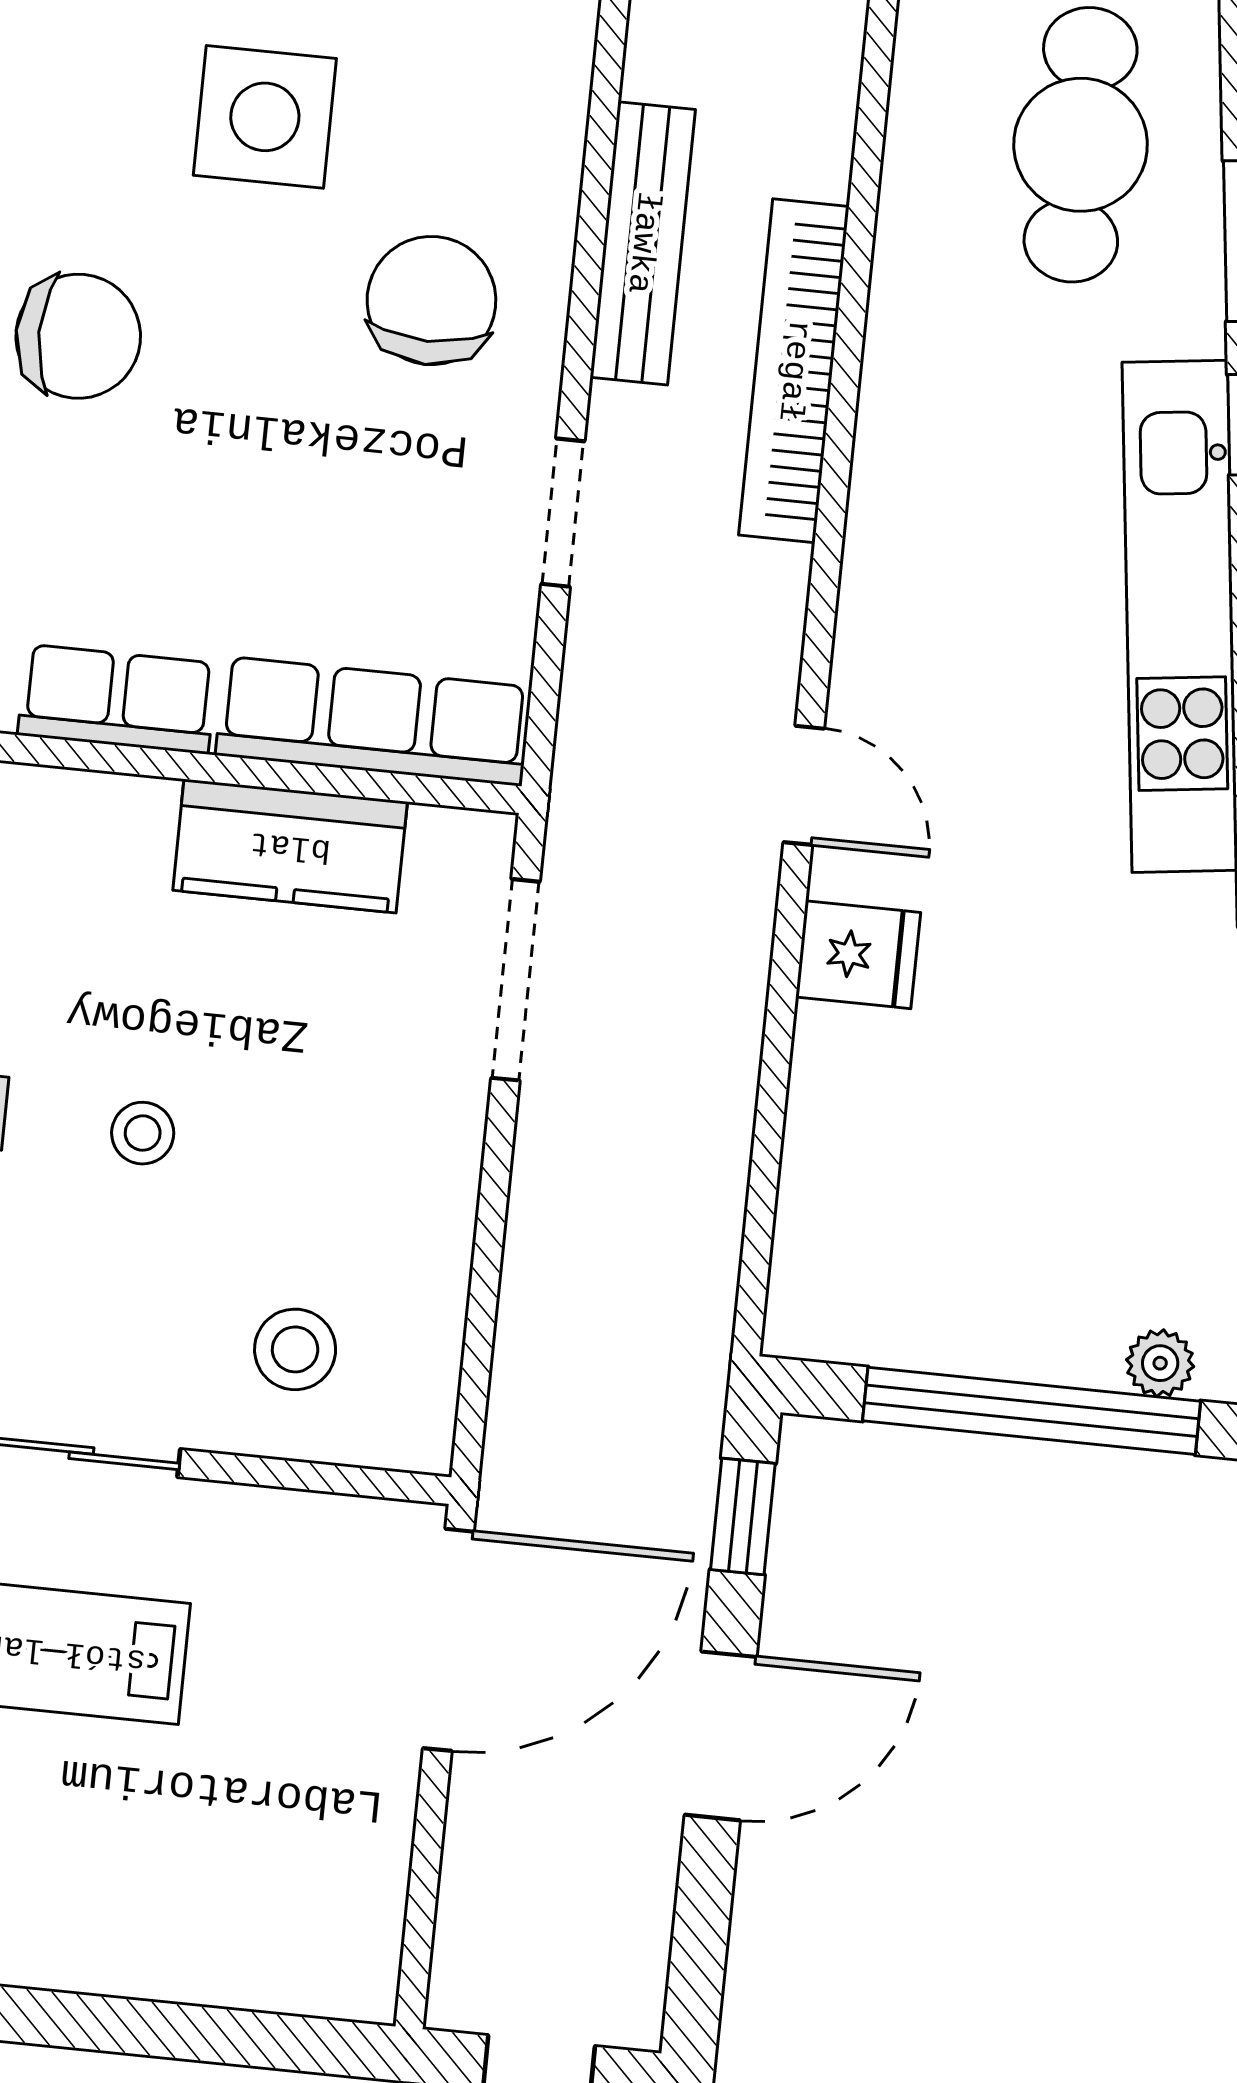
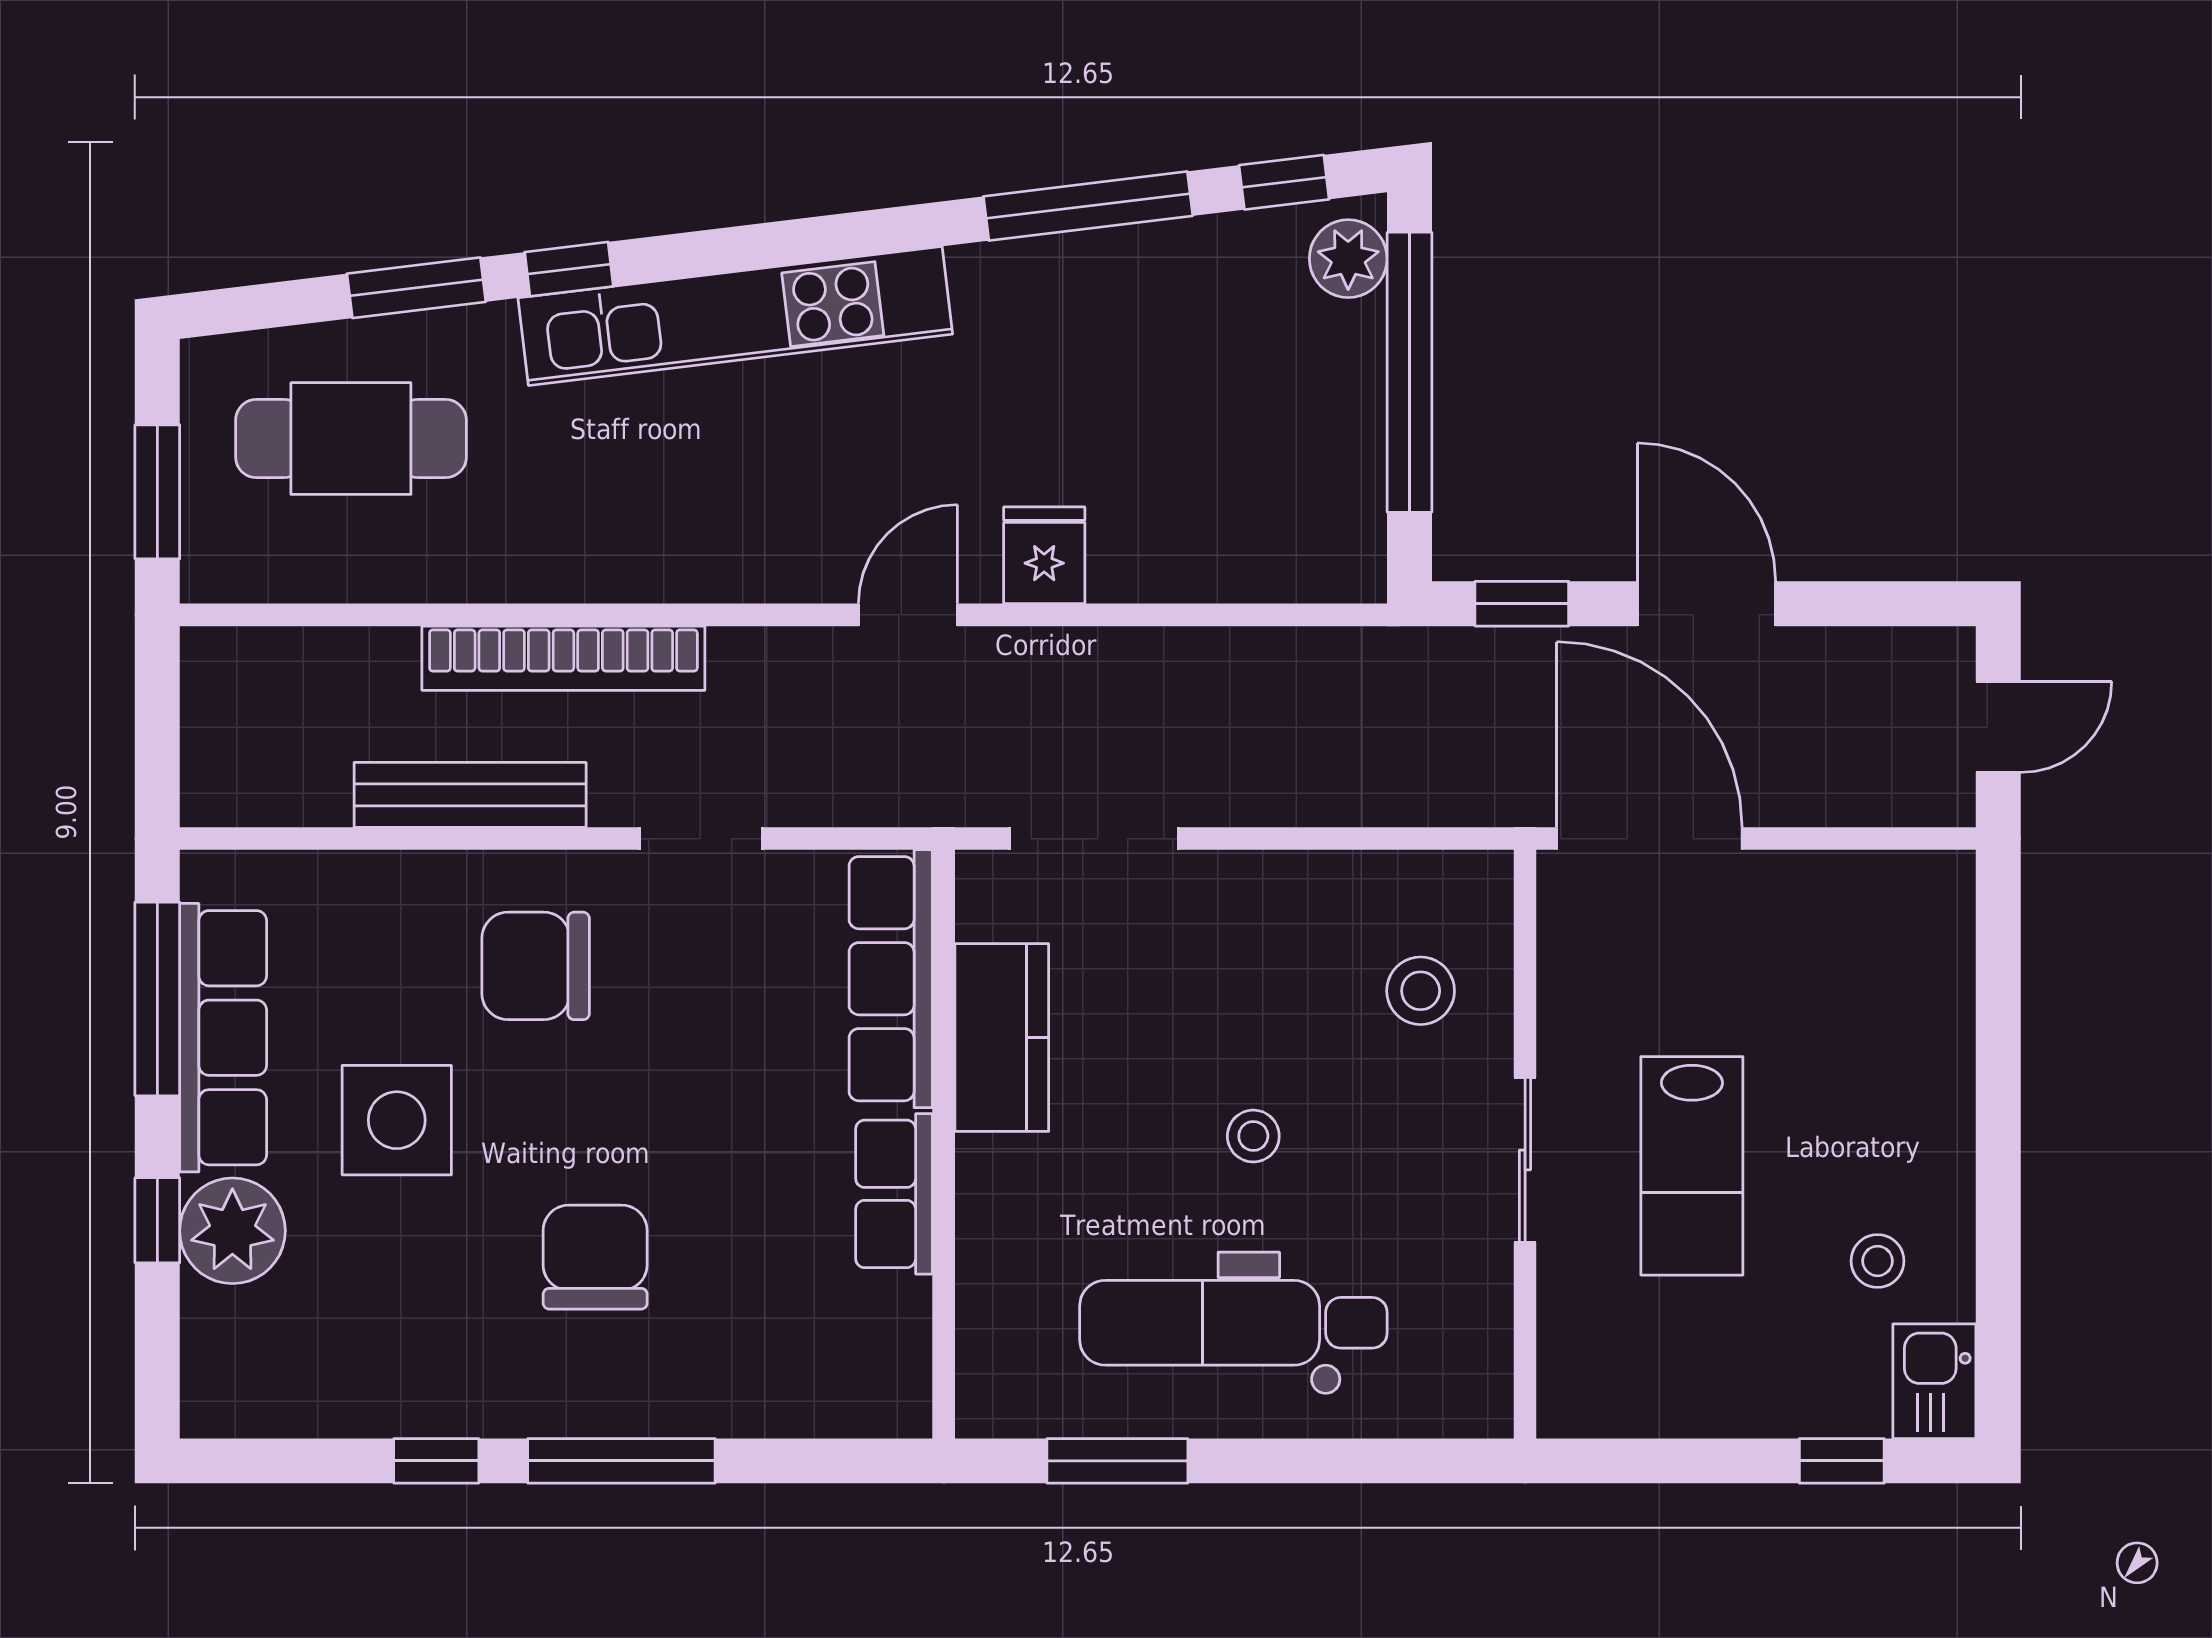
plant: (1160, 1363) -> (1348, 259), width x1.38, depth x1.38

